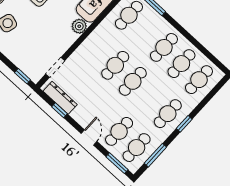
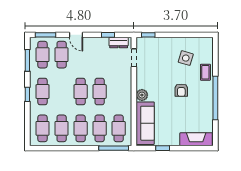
cafe table: (146, 31) -> (100, 128), added
dresser: (60, 98) -> (119, 43), width x0.70

